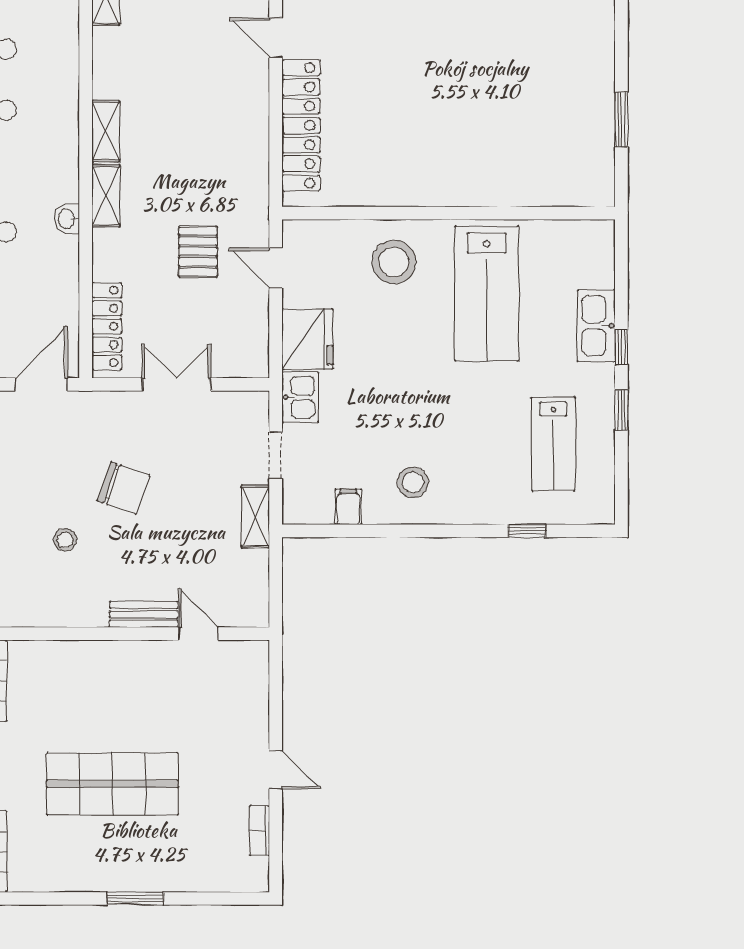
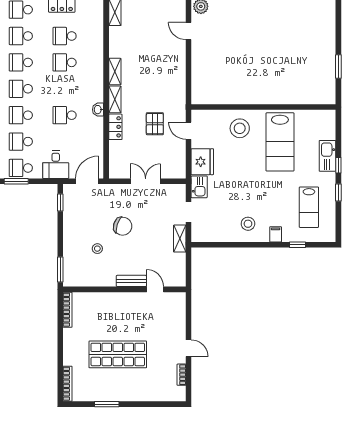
locker: (301, 125) -> (199, 69), removed
locker: (107, 326) -> (115, 127), moved, width x0.66
filing cabinet: (348, 507) -> (276, 234), moved
window: (135, 899) -> (107, 404), moved

